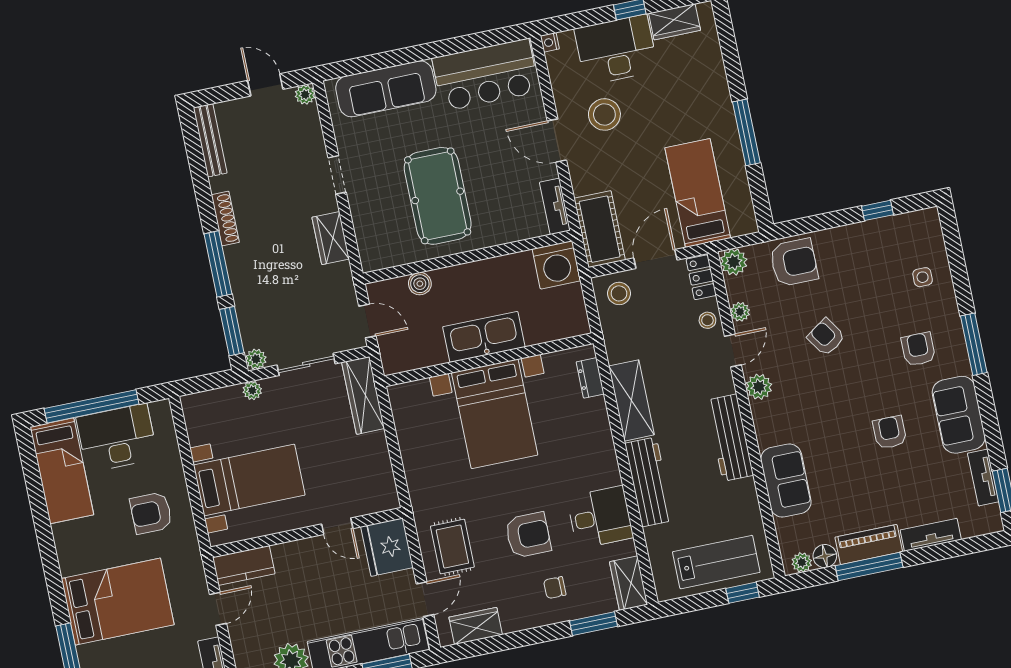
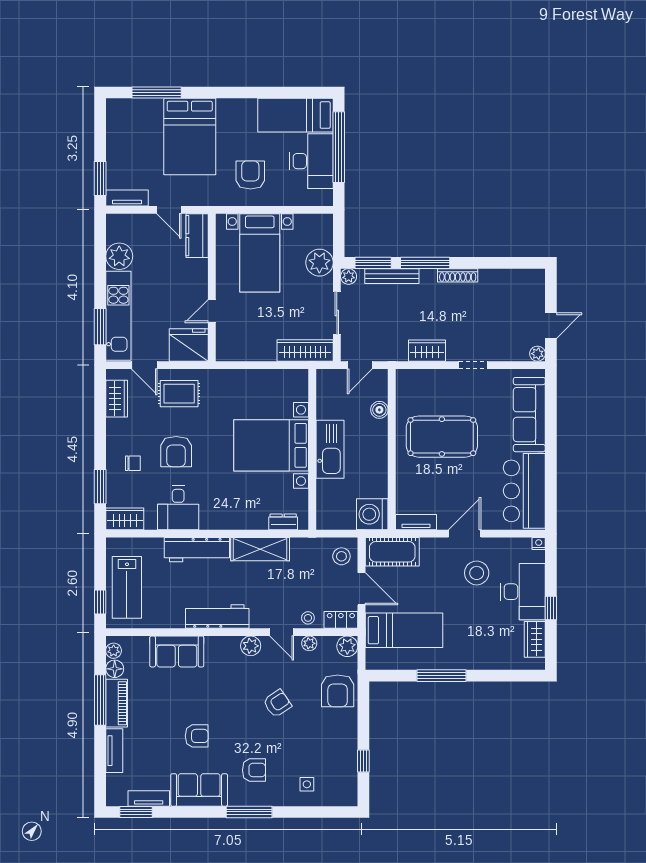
bench: (210, 140) -> (392, 276), moved
plant: (252, 390) -> (319, 263), width x1.87, depth x1.87
chair: (555, 588) -> (133, 463), turned 90

